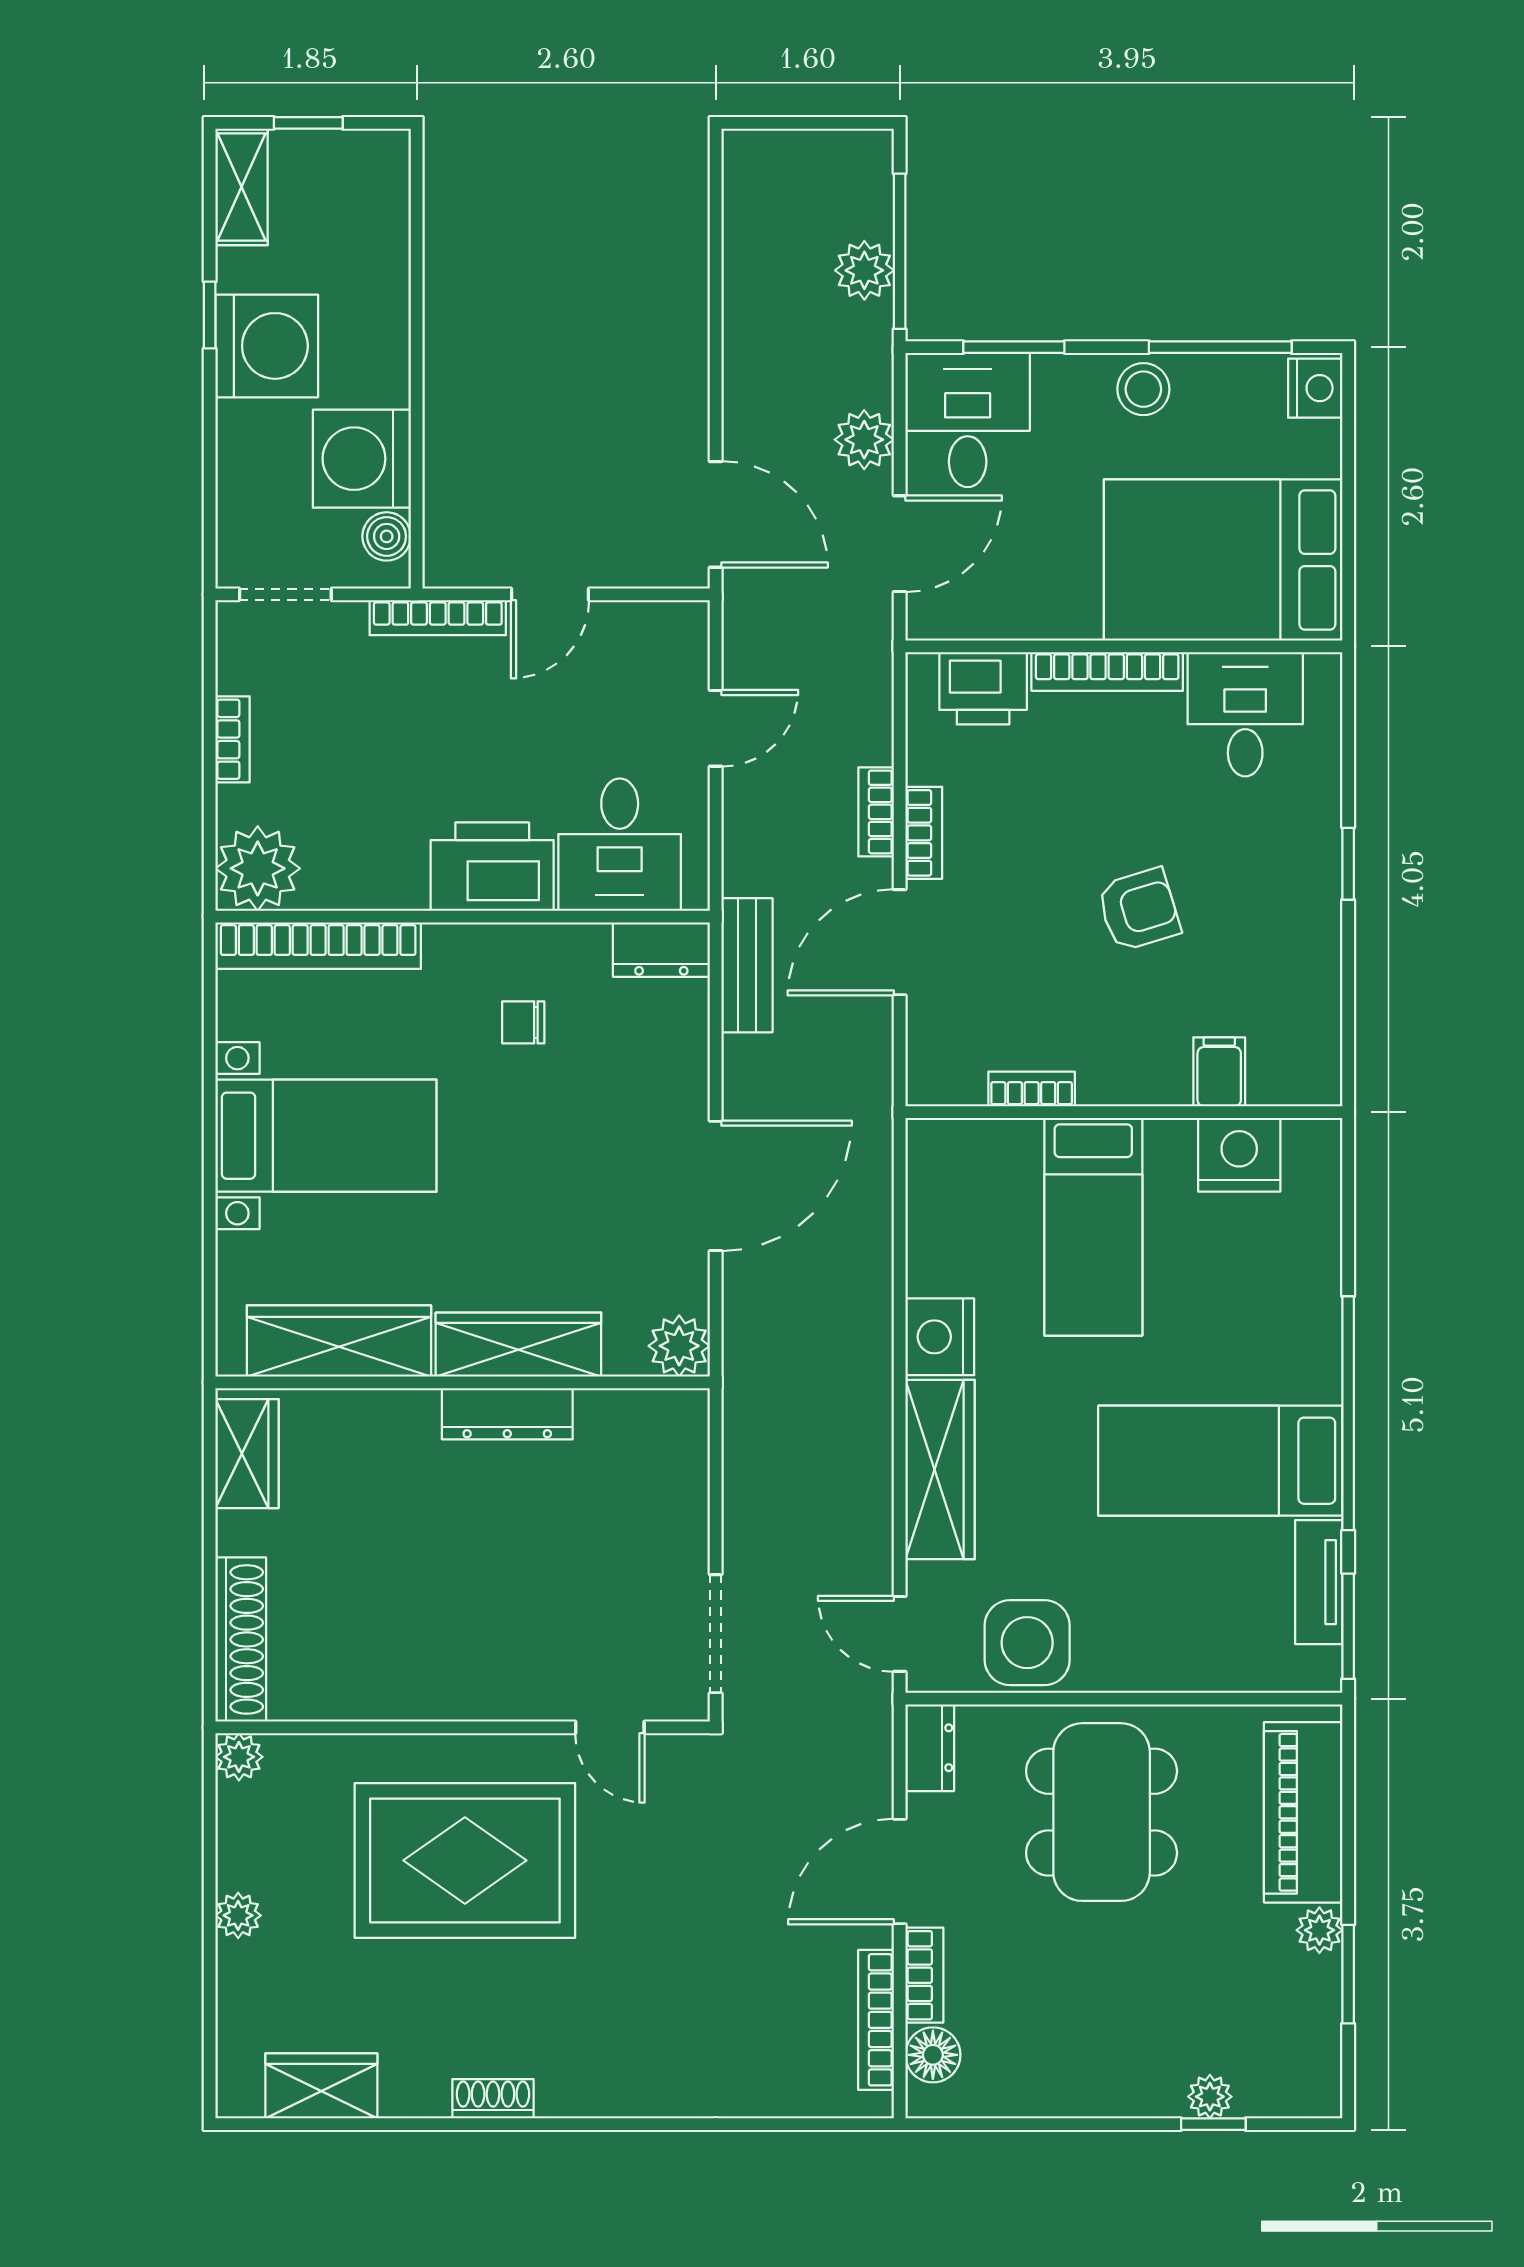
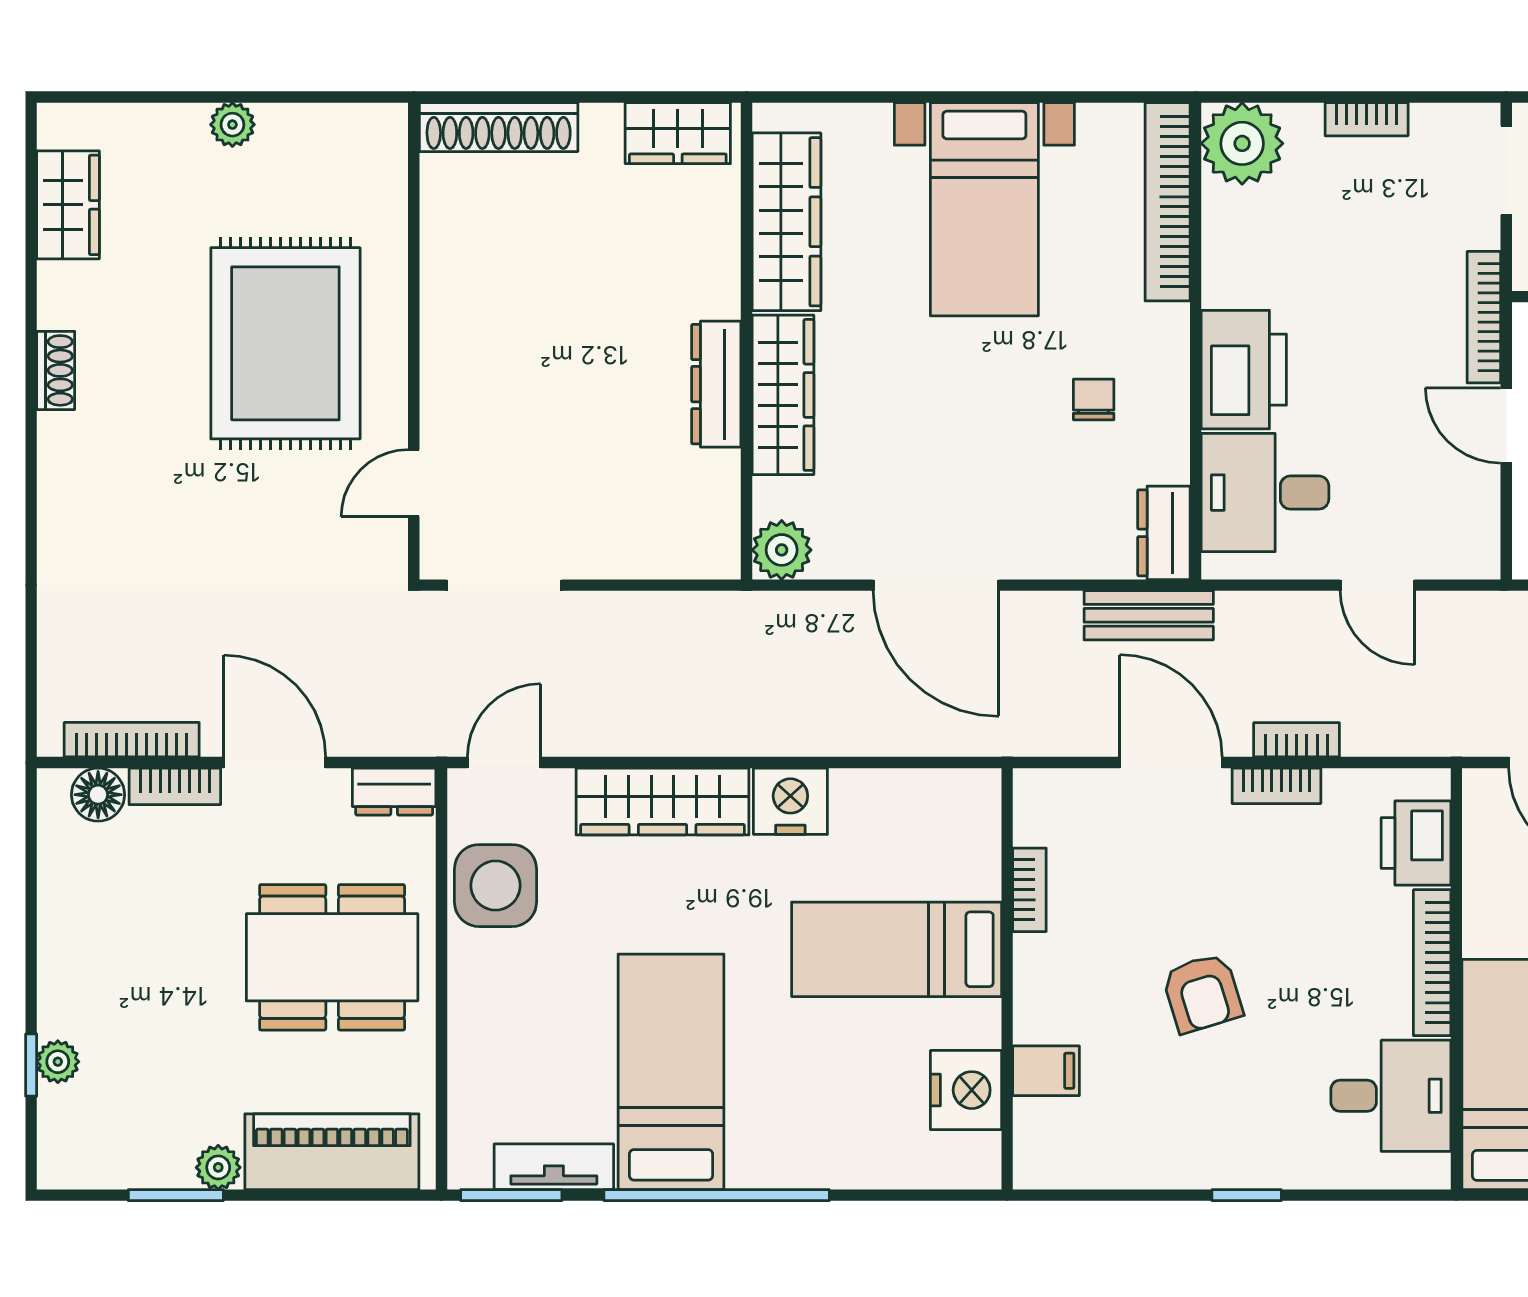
plant: (239, 1757) -> (385, 125), removed

